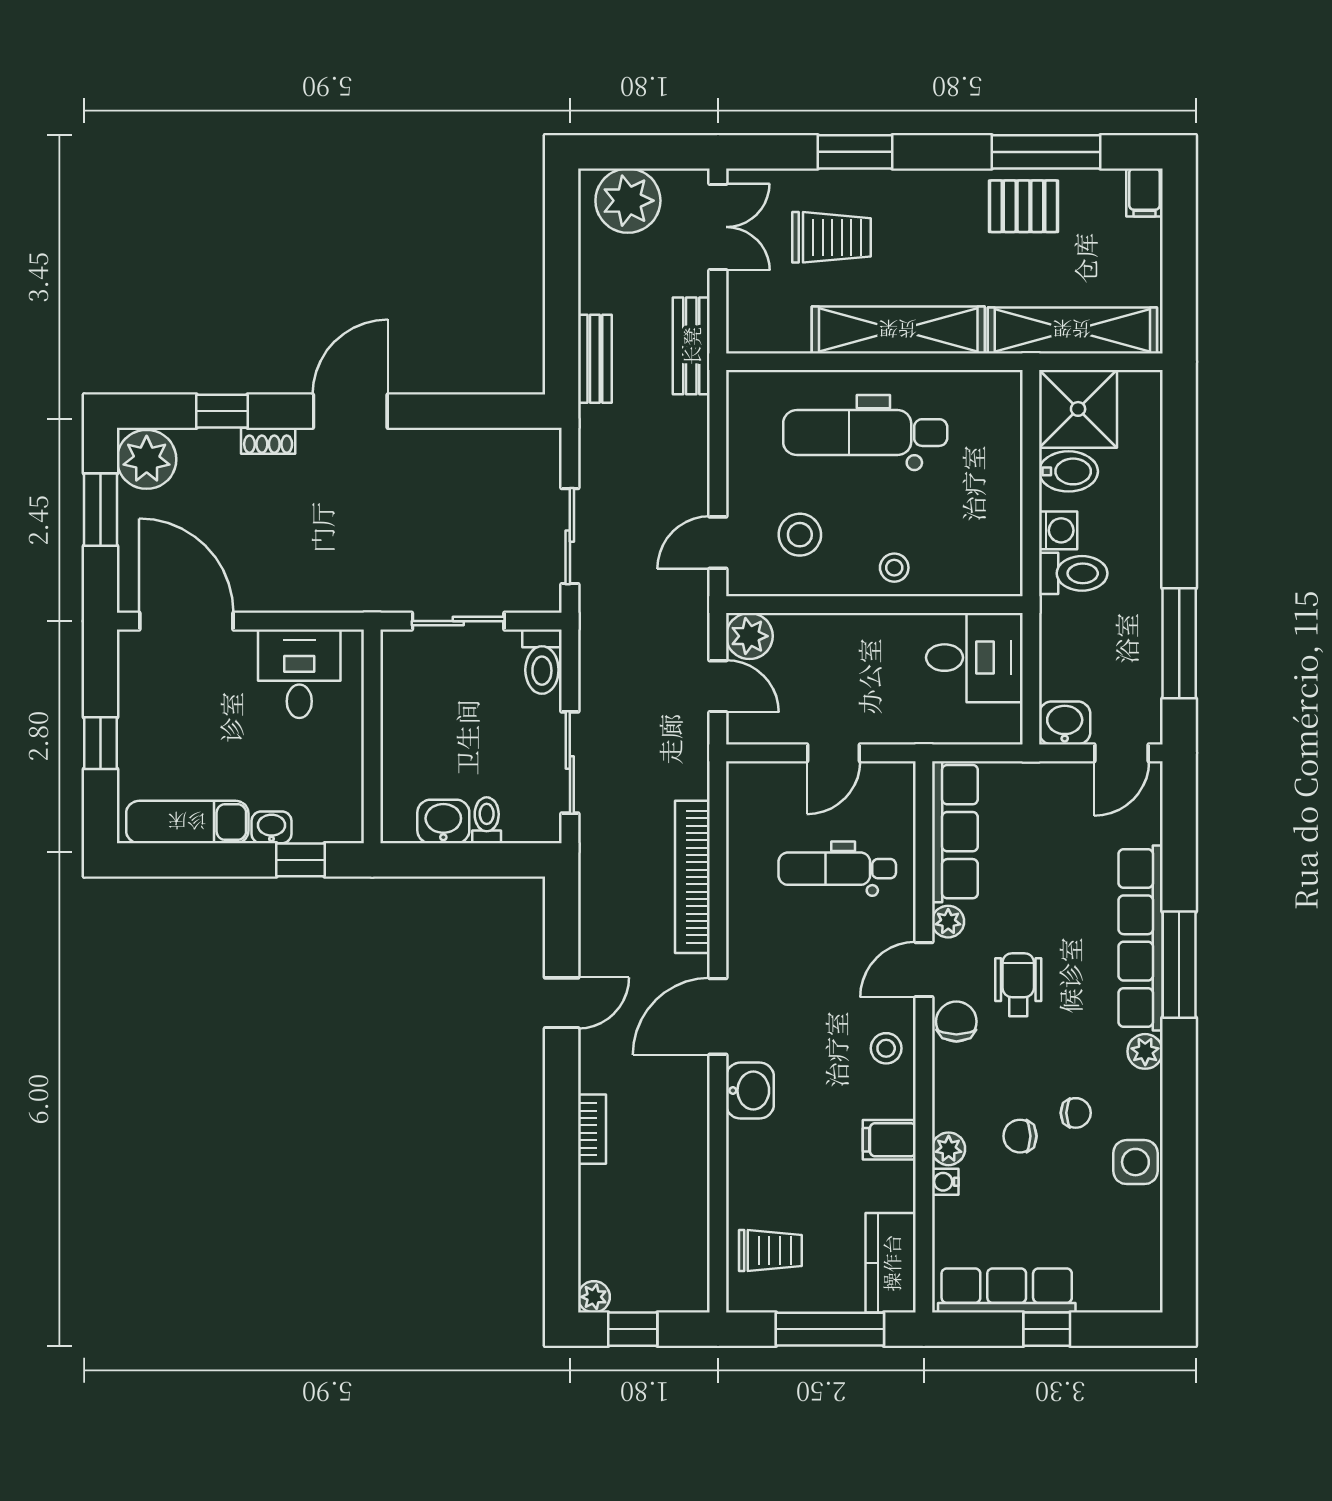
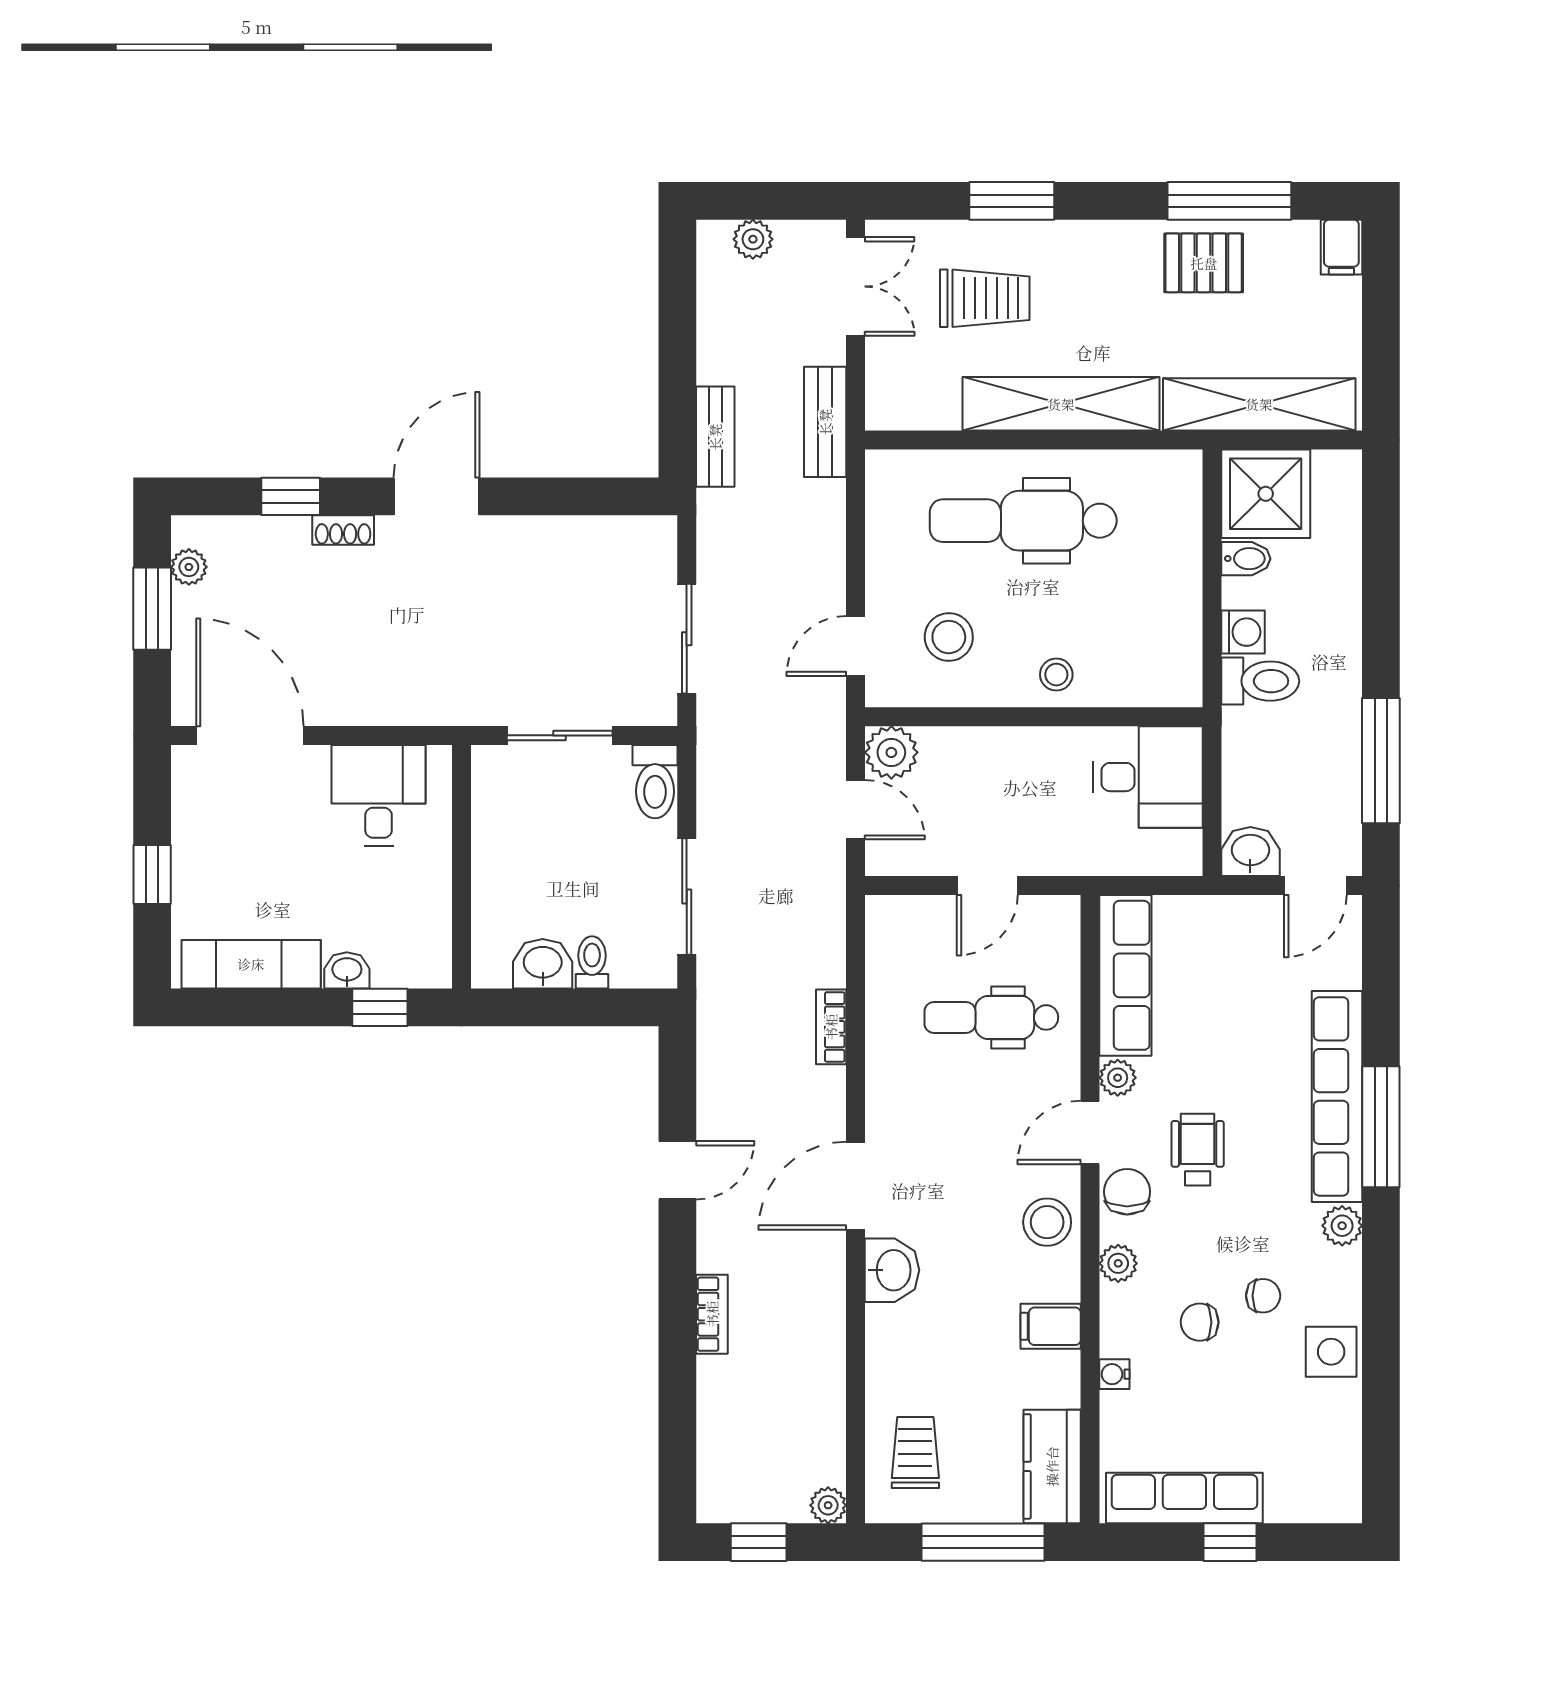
plant: (628, 201) -> (753, 239), width x0.53, depth x0.53
plant: (147, 459) -> (189, 567), width x0.53, depth x0.53
bidet: (1068, 471) -> (1246, 559), width x0.72, depth x0.74
bookcase: (692, 877) -> (831, 1027), width x0.43, depth x0.76
stool: (886, 1048) -> (1047, 1222), width x1.37, depth x1.37
plant: (949, 1149) -> (1118, 1263), moved
trolley: (770, 1251) -> (915, 1452), turned -90
plant: (594, 1297) -> (828, 1505), moved

